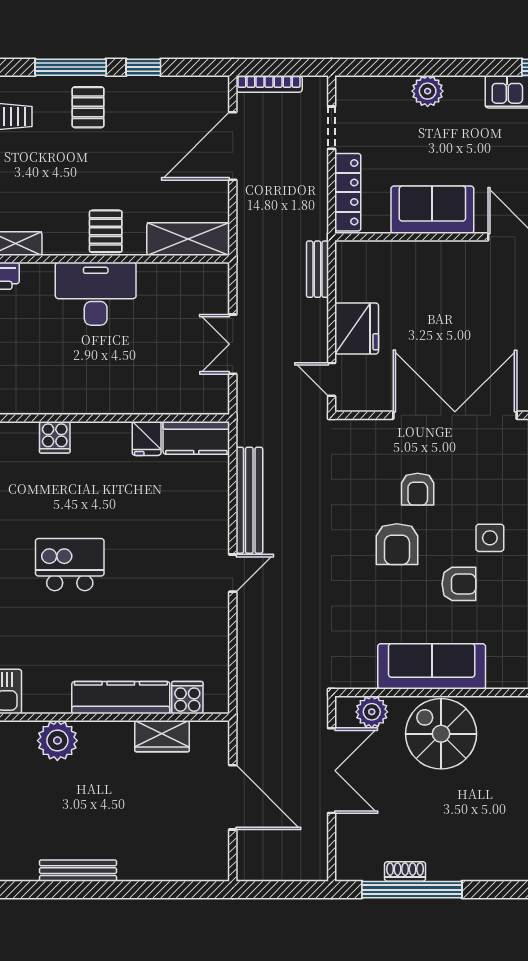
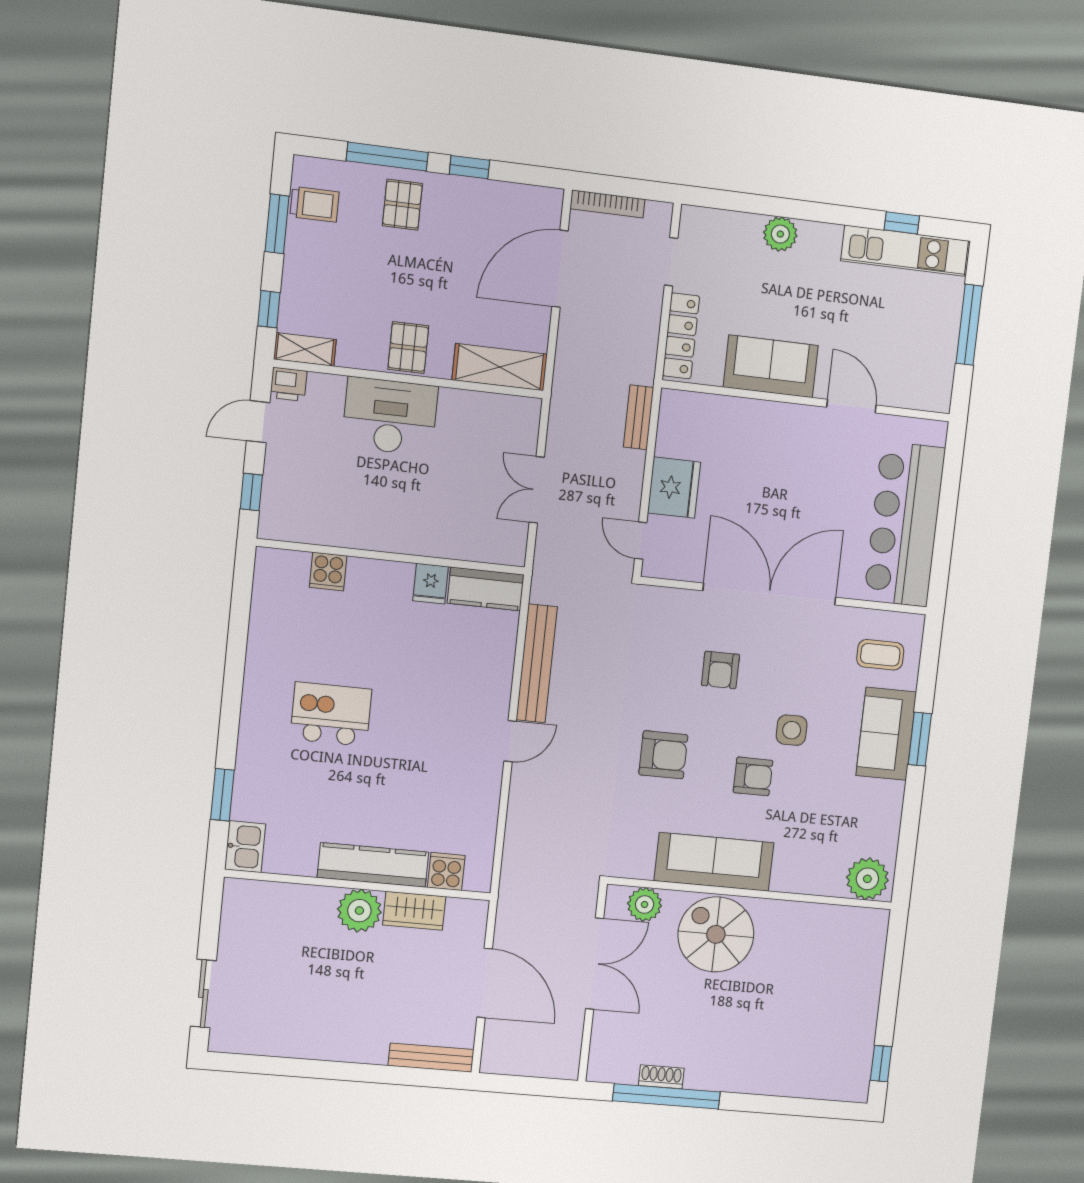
armchair: (397, 544) -> (663, 755), moved, turned -90
plant: (57, 741) -> (359, 911), moved
bench: (78, 871) -> (431, 1058), moved

